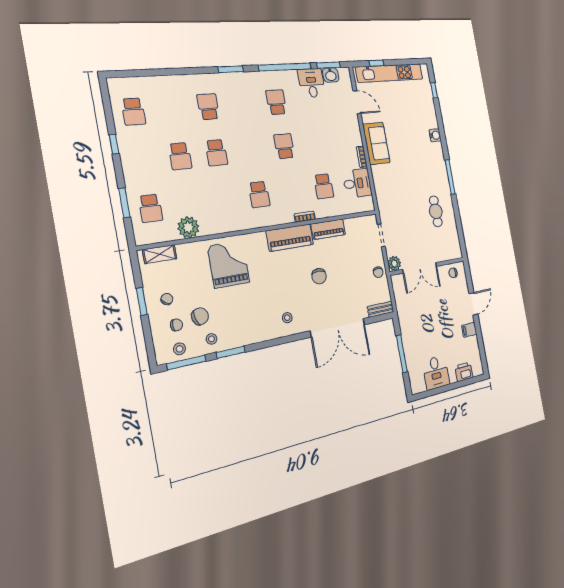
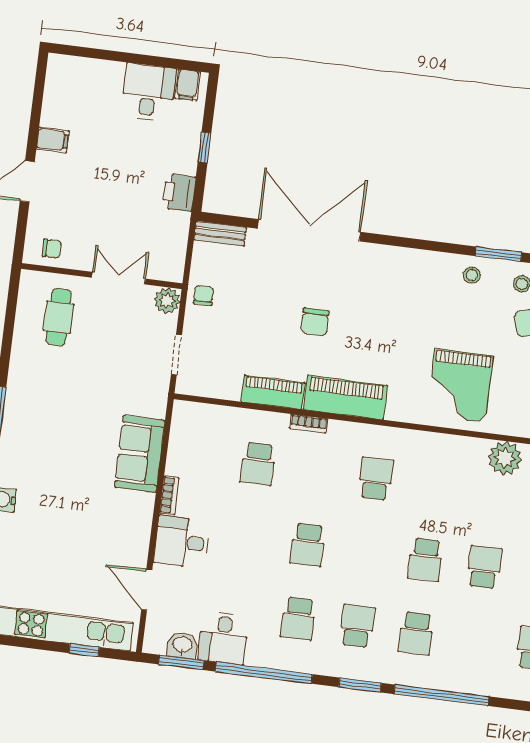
window: (182, 71) -> (441, 695), added
school desk: (243, 104) -> (357, 626), added
sofa: (376, 143) -> (140, 454), moved
school desk: (216, 153) -> (425, 560), turned 180
desk: (357, 183) -> (182, 542), moved
school desk: (324, 186) -> (258, 464), turned 180
cafe table: (436, 211) -> (59, 317), moved
double door: (420, 268) -> (119, 278), width x0.73
chair: (319, 276) -> (315, 322), turned 180
stool: (287, 318) -> (472, 275), moved
window: (402, 354) -> (204, 147), width x0.46
printer: (464, 372) -> (179, 193), moved, turned 90
filing cabinet: (420, 384) -> (188, 85), added

